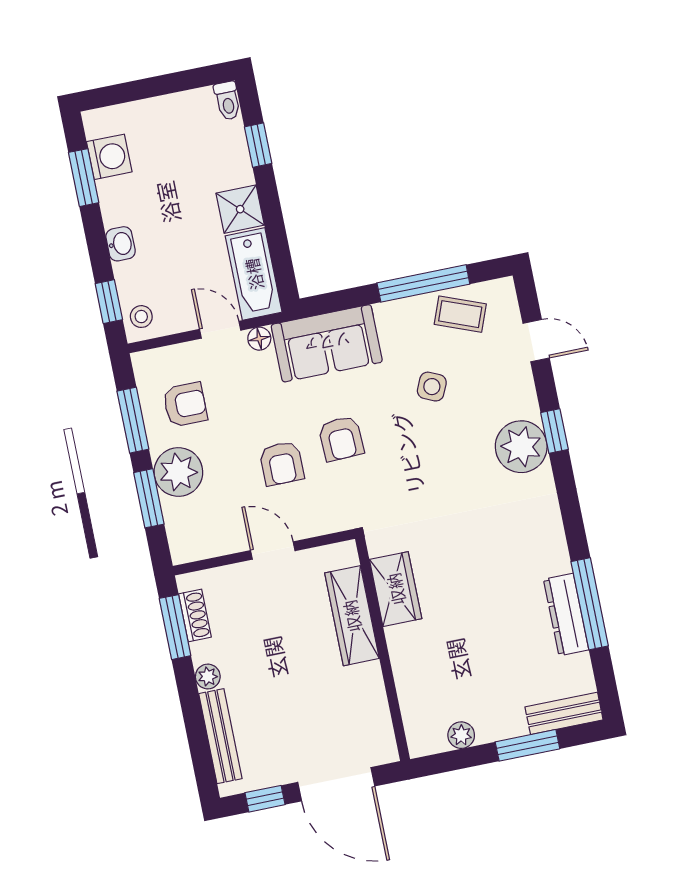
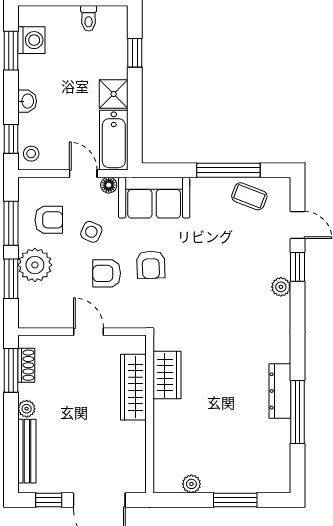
toilet: (227, 101) -> (89, 18), moved
side table: (432, 387) -> (91, 232), moved
window: (554, 431) -> (297, 267), moved
plant: (521, 447) -> (281, 287), width x0.53, depth x0.53
armchair: (282, 463) -> (107, 273), turned 90
dresser: (566, 614) -> (280, 391), moved
bench: (564, 713) -> (265, 483), removed

